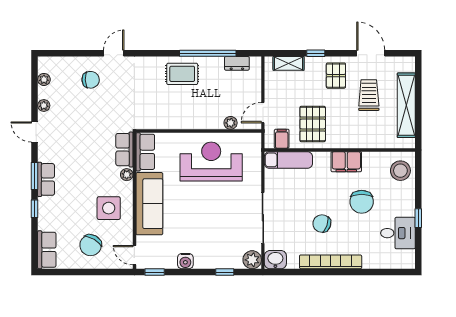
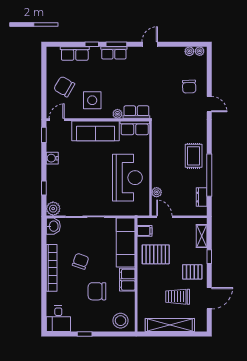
trolley: (369, 95) -> (178, 297), turned 180
plant: (44, 106) -> (200, 51), moved
exam couch: (288, 160) -> (126, 243), width x1.36, depth x1.45
desk: (398, 233) -> (58, 319), moved
row of seats: (47, 250) -> (75, 54), moved

